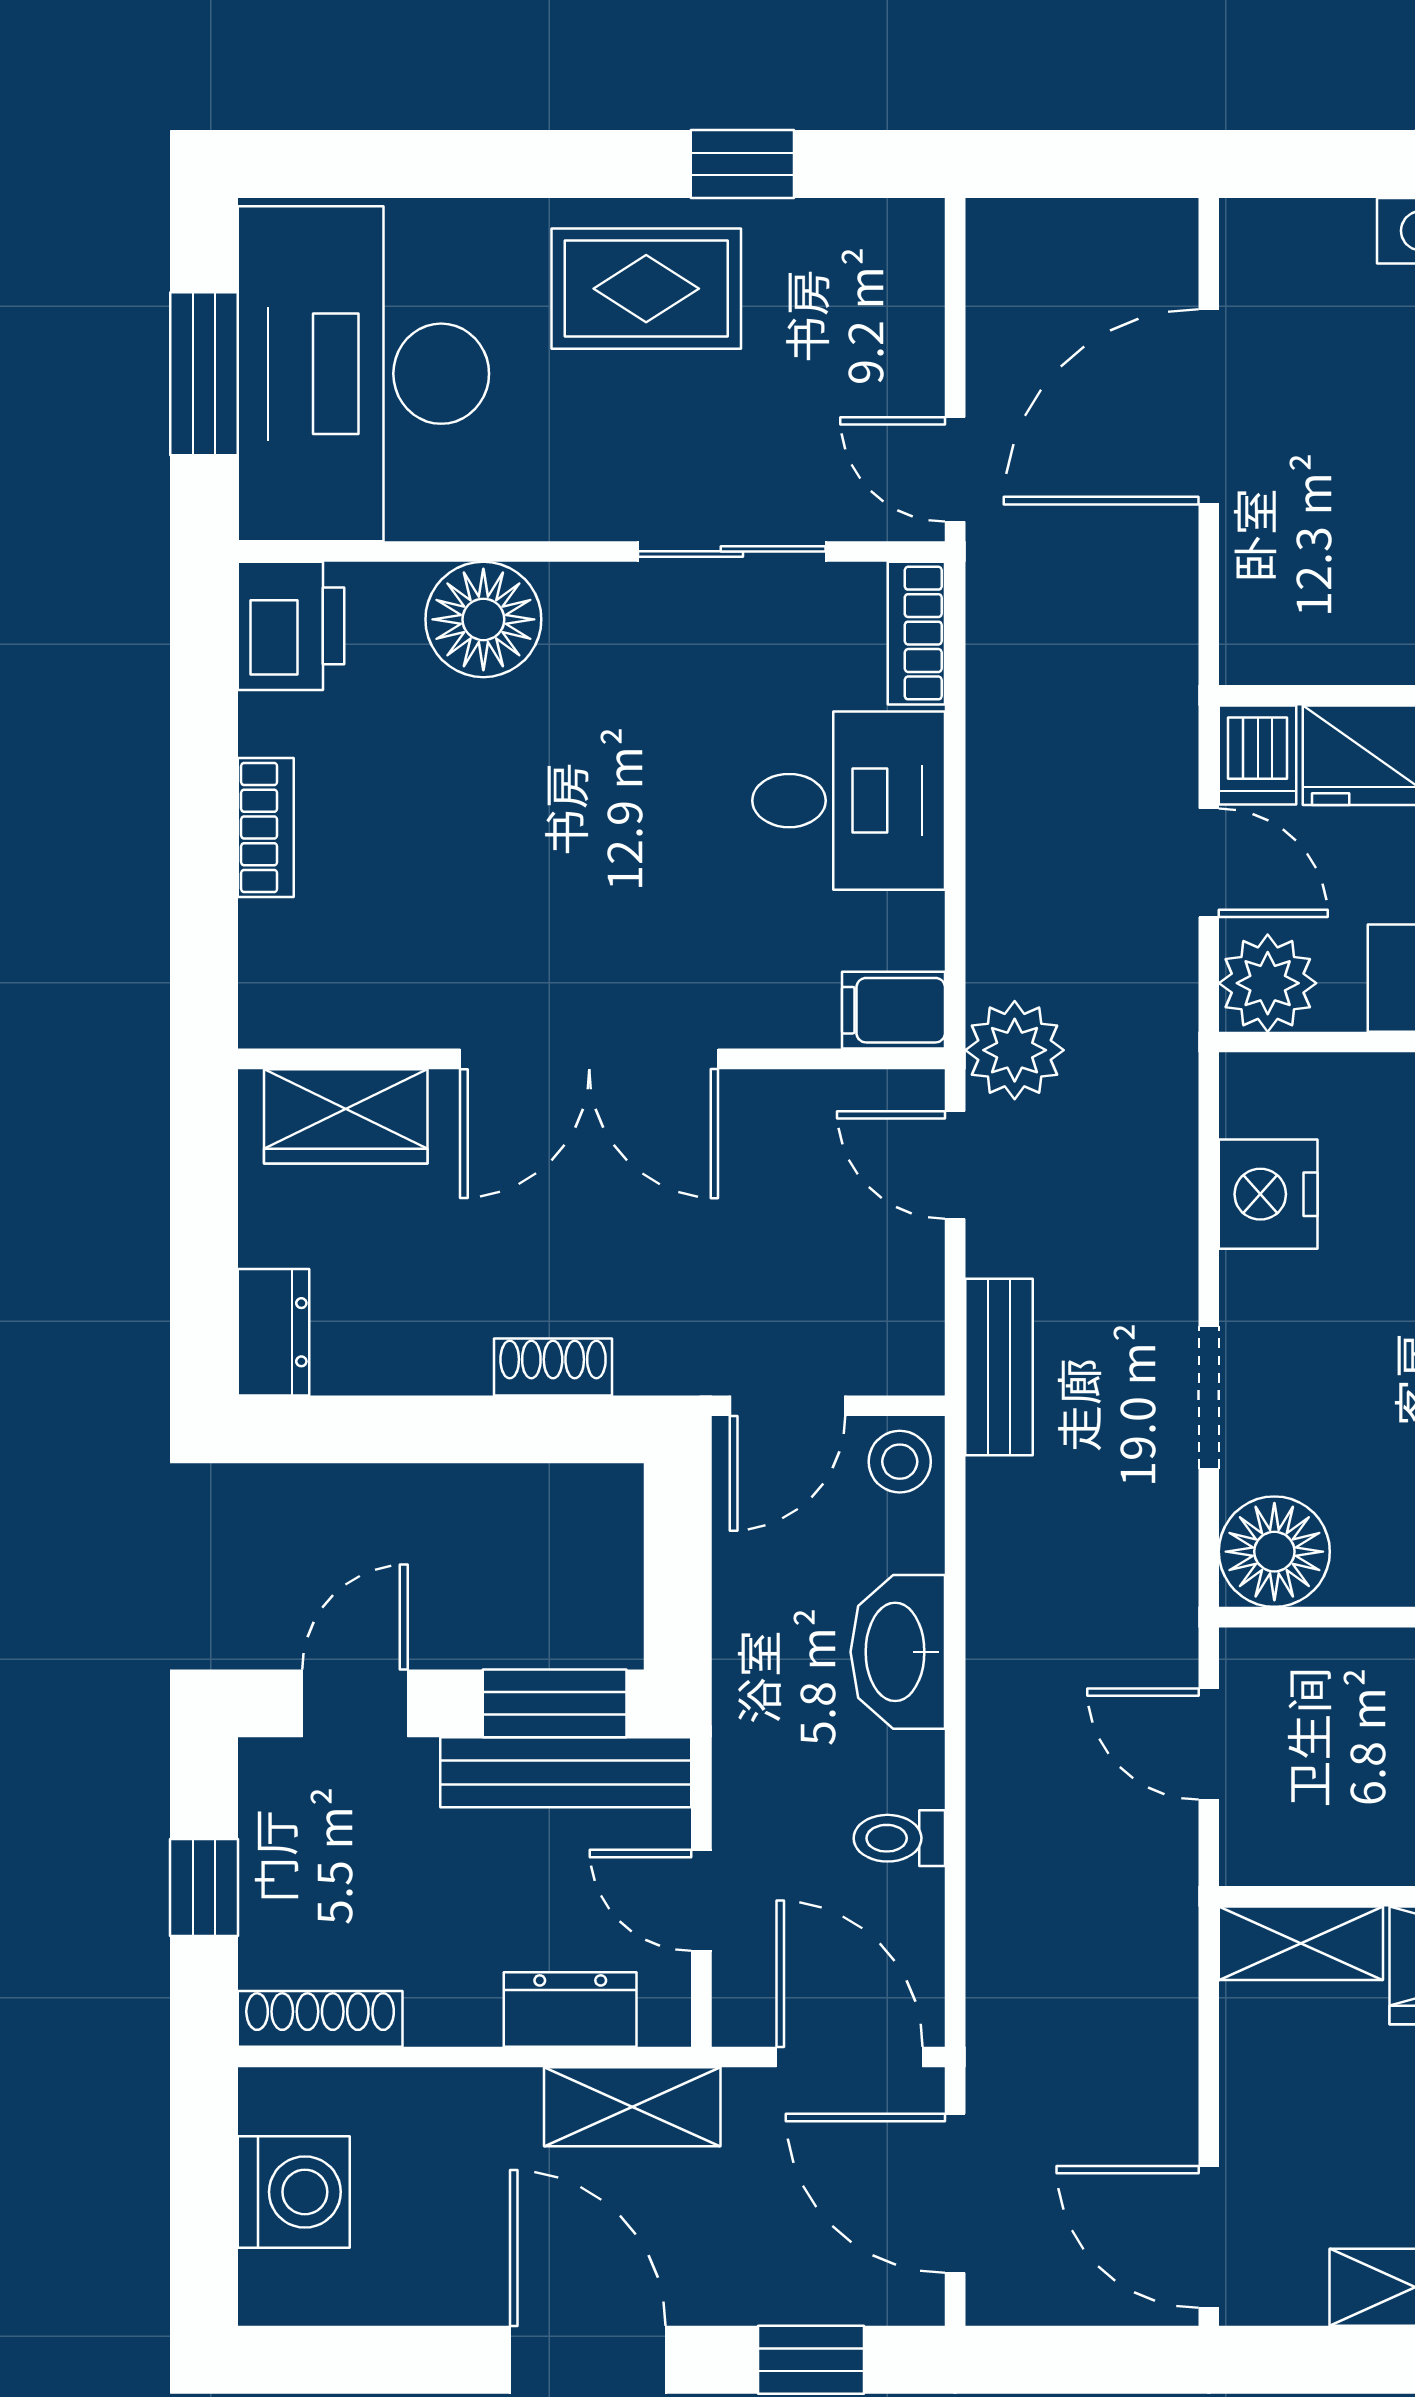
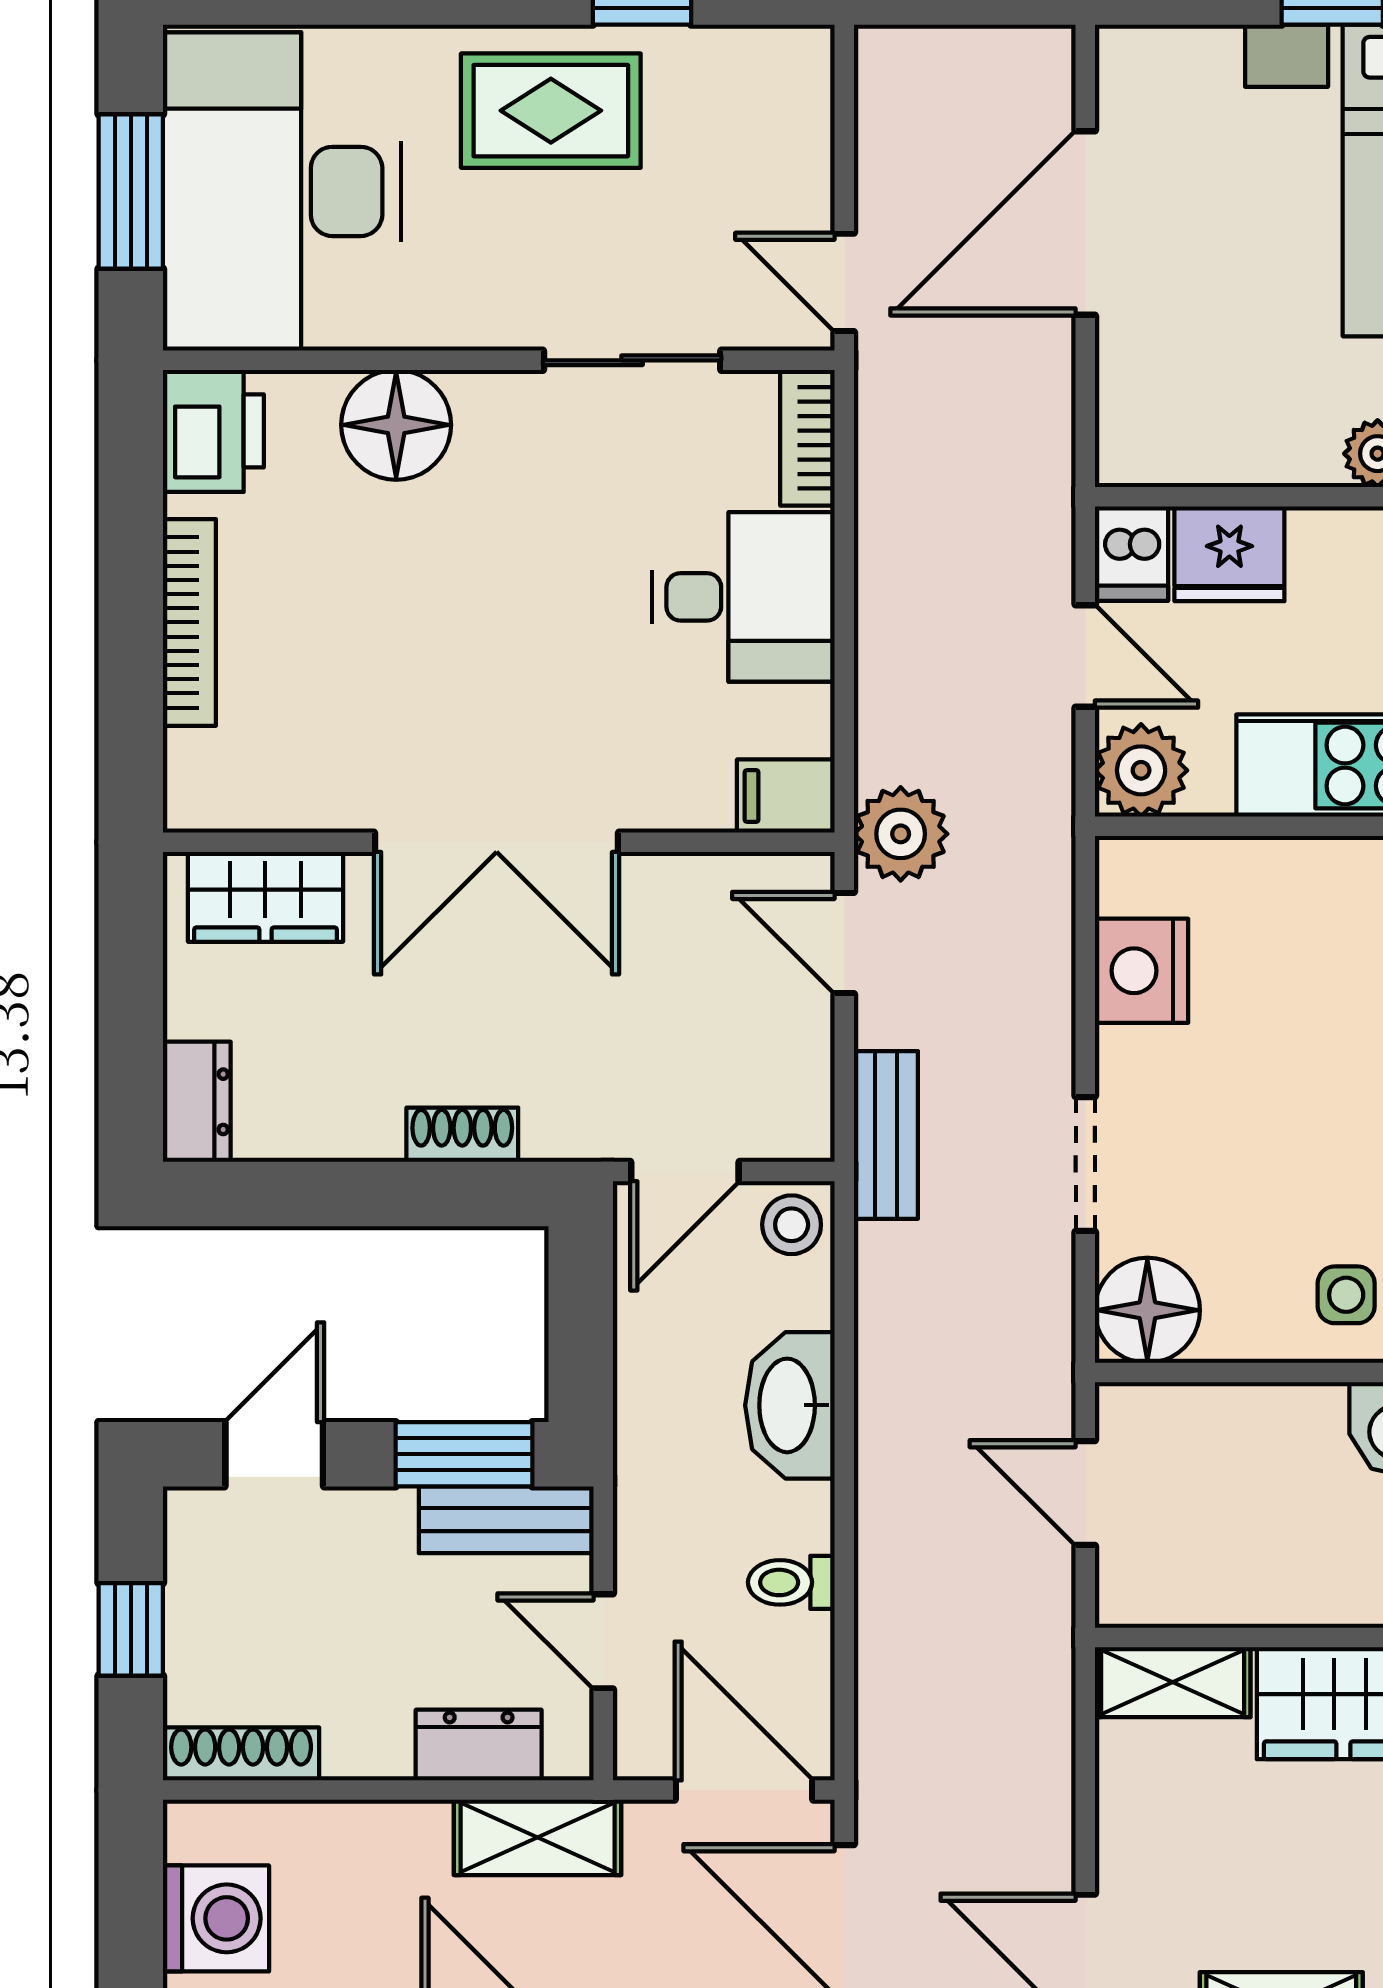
bookcase: (266, 827) -> (189, 622), width x1.56
bench: (566, 1772) -> (506, 1520), width x0.73

